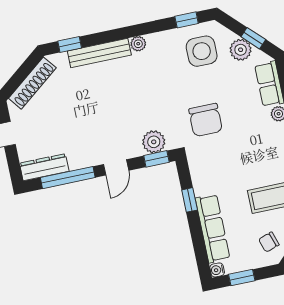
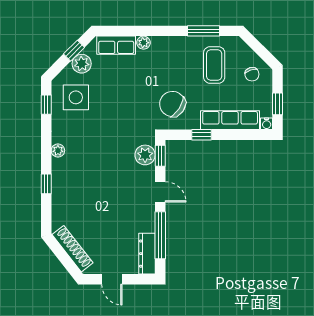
window: (70, 45) -> (46, 184), moved
bench: (99, 53) -> (59, 186), removed
chair: (206, 120) -> (172, 104), moved, turned -147

